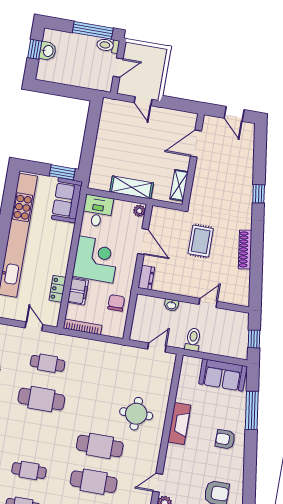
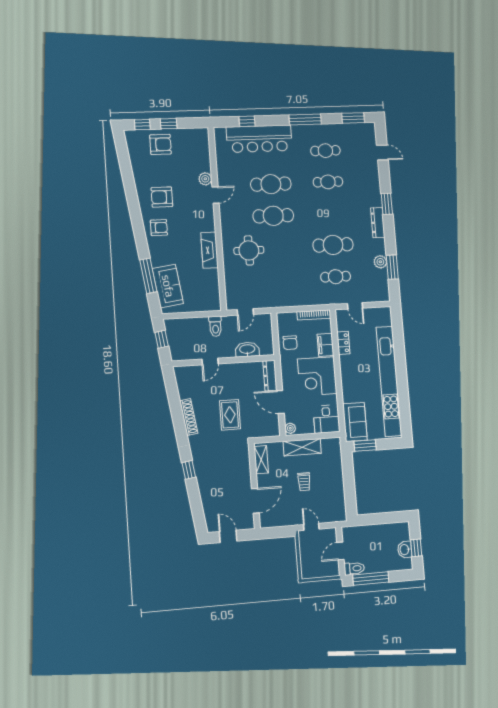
trolley: (139, 150) -> (304, 482), added
dresser: (146, 278) -> (270, 376), width x1.44
washbasin: (171, 305) -> (247, 349), width x1.91, depth x1.45
sofa: (223, 375) -> (168, 286), moved, turned 82
armchair: (225, 439) -> (159, 228), moved

